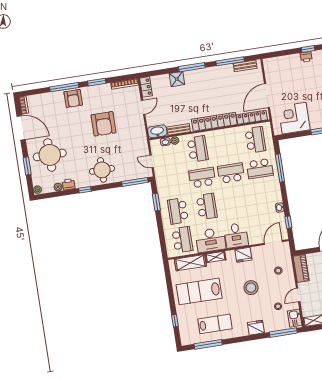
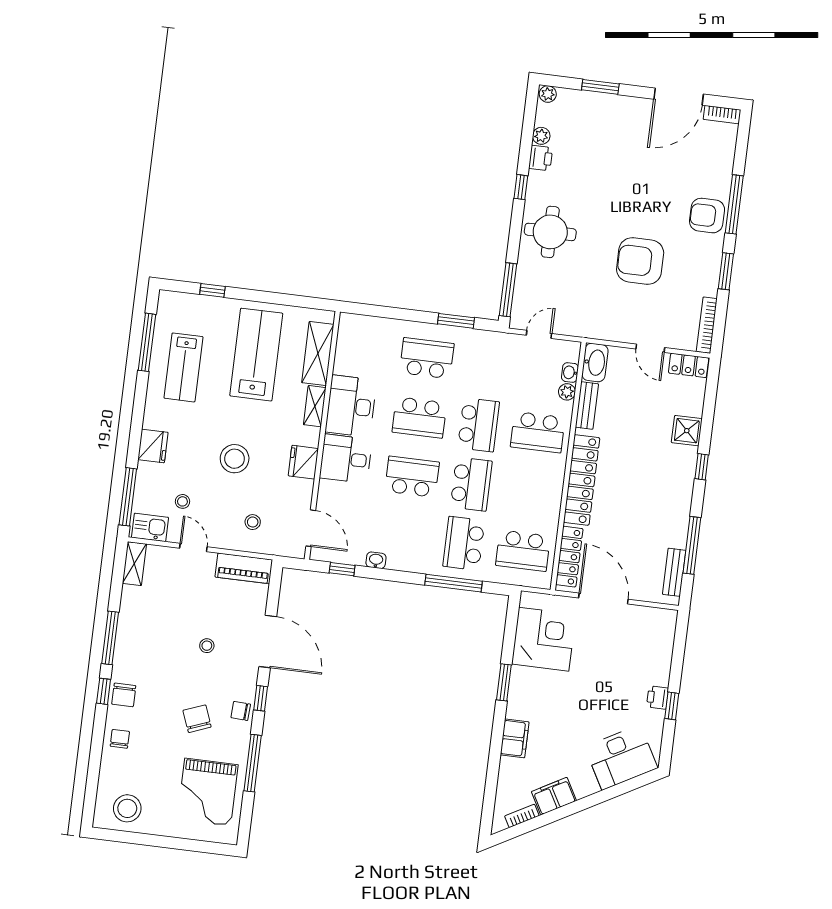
window: (192, 67) -> (702, 467), width x0.46
round table: (50, 155) -> (609, 137), removed
school desk: (182, 240) -> (412, 477), moved, turned 180

